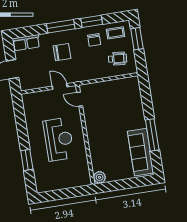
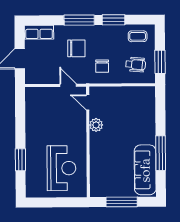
window: (137, 39) -> (160, 62), moved
chair: (94, 40) -> (102, 66), moved
reception desk: (59, 139) -> (61, 168), moved
plant: (100, 177) -> (96, 125), moved
window: (124, 184) -> (122, 202), added

